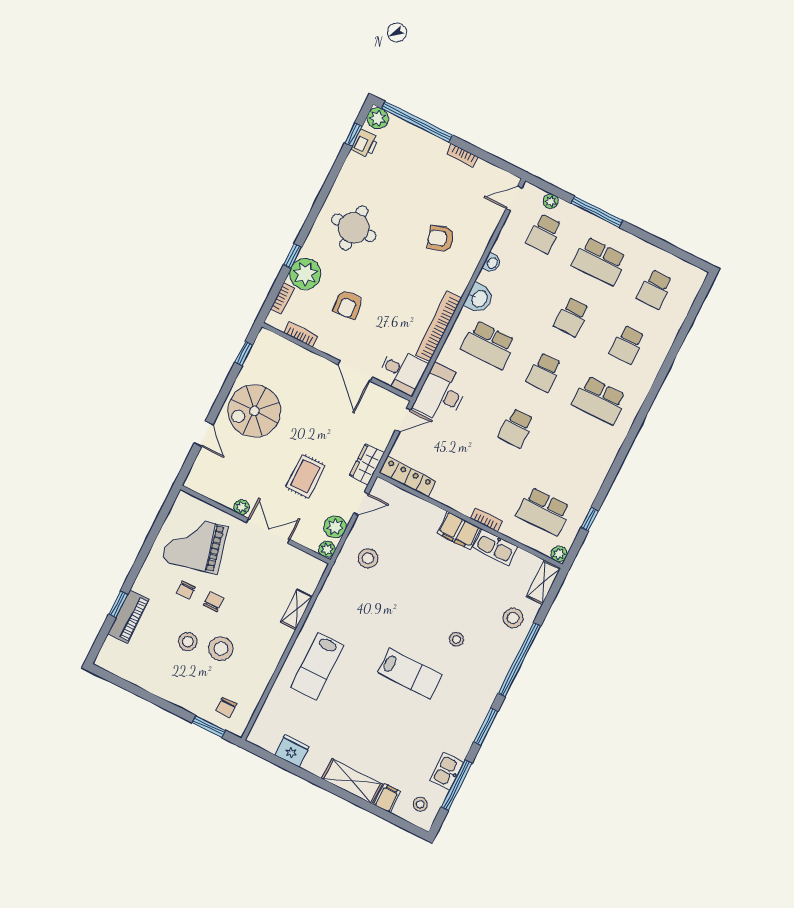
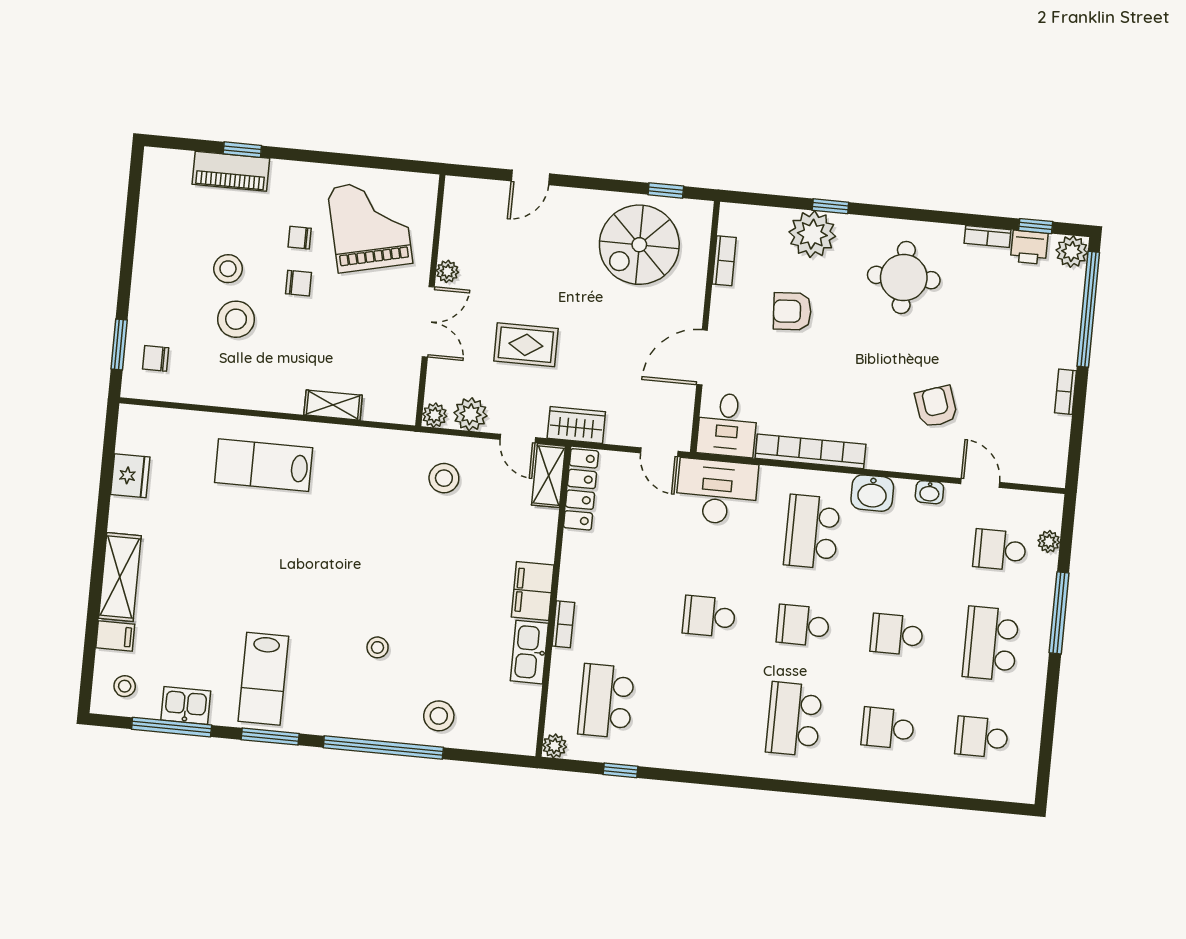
door: (514, 198) -> (980, 483), moved
bookcase: (282, 298) -> (987, 236), moved
spiral stairs: (254, 411) -> (639, 245), moved, turned -90
shelving: (543, 582) -> (549, 476), moved, turned 90
lab bench: (410, 674) -> (263, 679), moved

